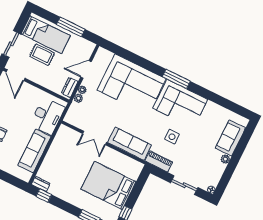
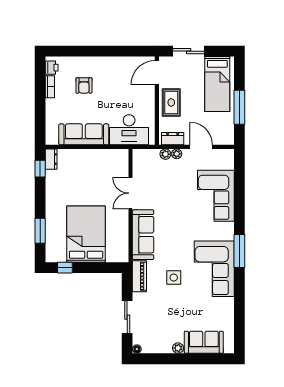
rug: (42, 55) -> (171, 103), moved
corner sofa: (132, 84) -> (216, 196), width x0.73, depth x0.74

